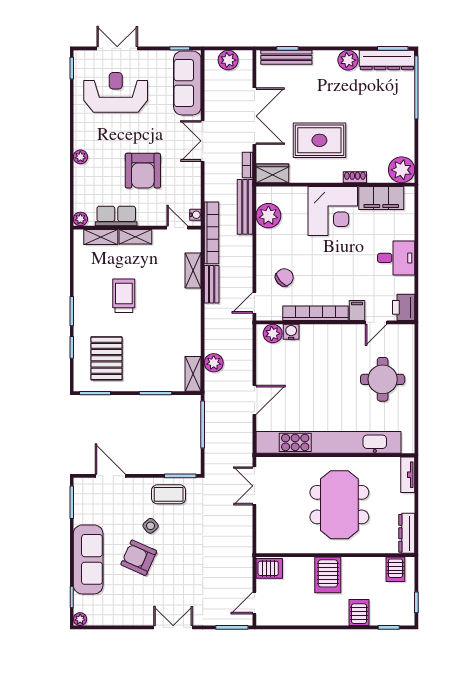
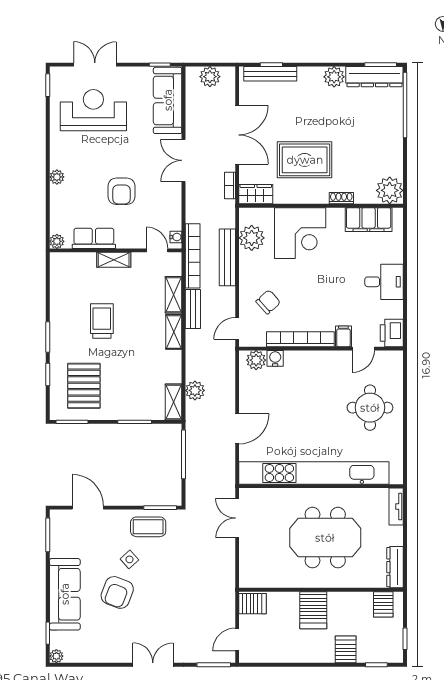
armchair: (143, 171) -> (122, 191), width x0.73, depth x0.73
bench: (245, 207) -> (227, 257), moved
corner desk: (333, 211) -> (300, 233), moved
shelving: (101, 237) -> (174, 332), moved, turned 90
meeting table: (339, 505) -> (325, 538), turned 90
armchair: (139, 558) -> (117, 592), turned -93

